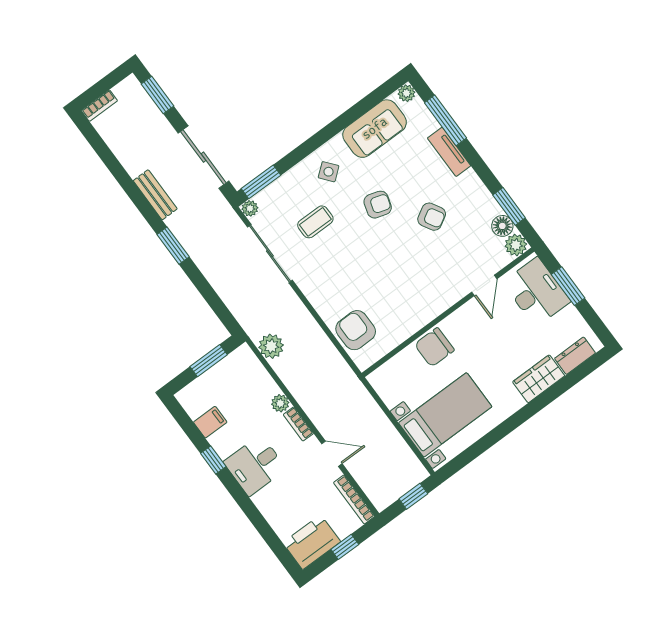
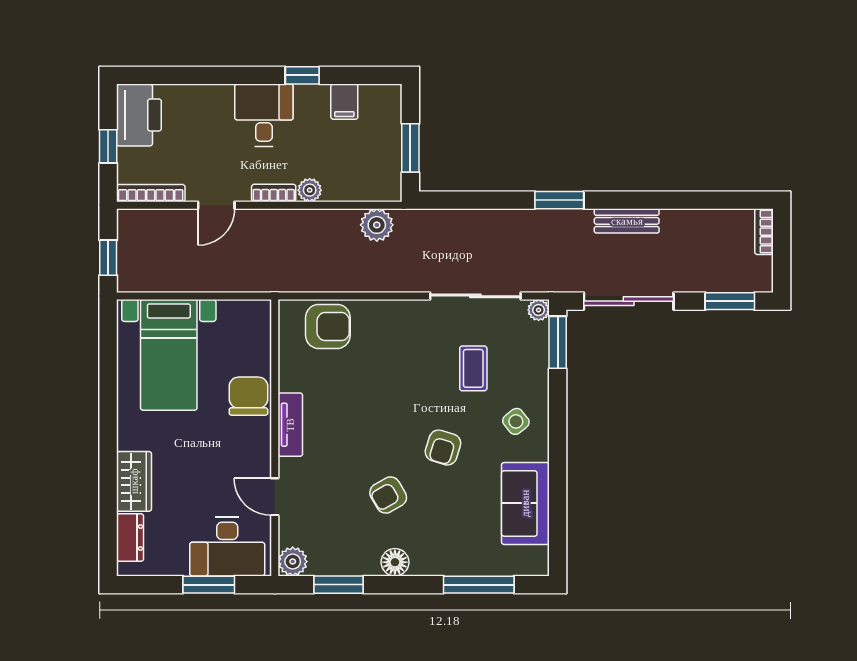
plant: (406, 93) -> (538, 565), removed
tv unit: (449, 152) -> (290, 425), moved, turned 90
floor lamp: (502, 226) -> (395, 562), moved

